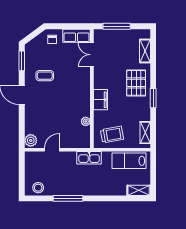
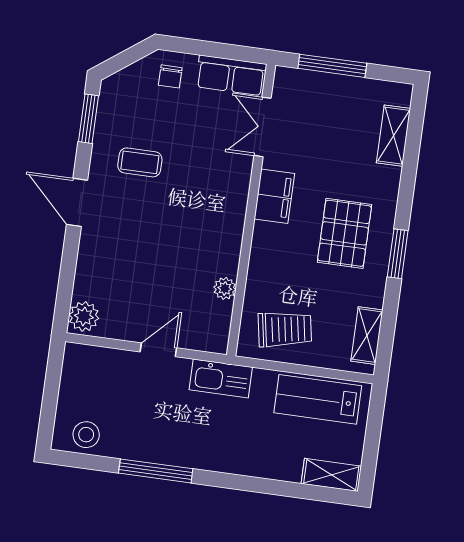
pallet: (136, 83) -> (344, 233), moved
filing cabinet: (100, 100) -> (274, 196), moved
door: (52, 150) -> (158, 350), moved

